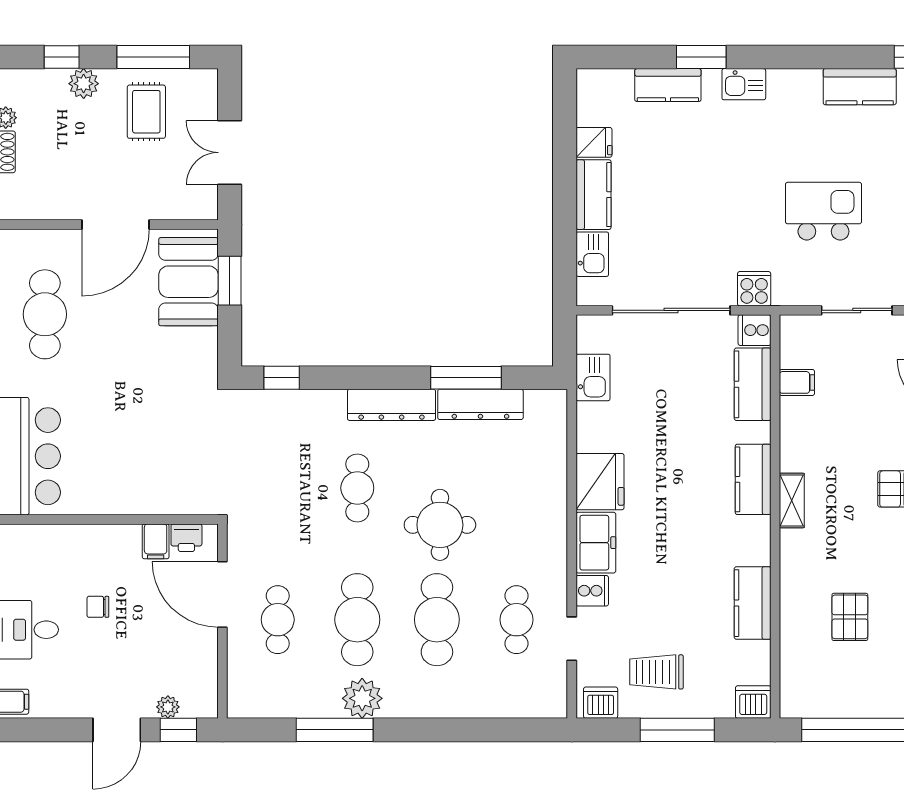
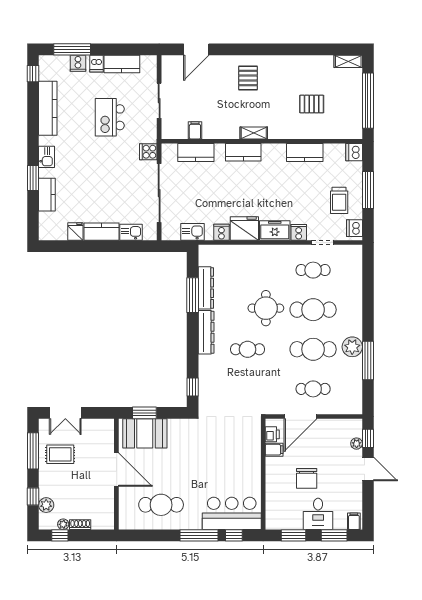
plant: (84, 84) -> (46, 505), moved
kitchen counter: (860, 87) -> (48, 108), width x1.50
double door: (230, 153) -> (65, 413), moved
cooker: (755, 330) -> (221, 232), moved, turned 180
chair: (98, 607) -> (307, 478), width x1.87, depth x1.87

